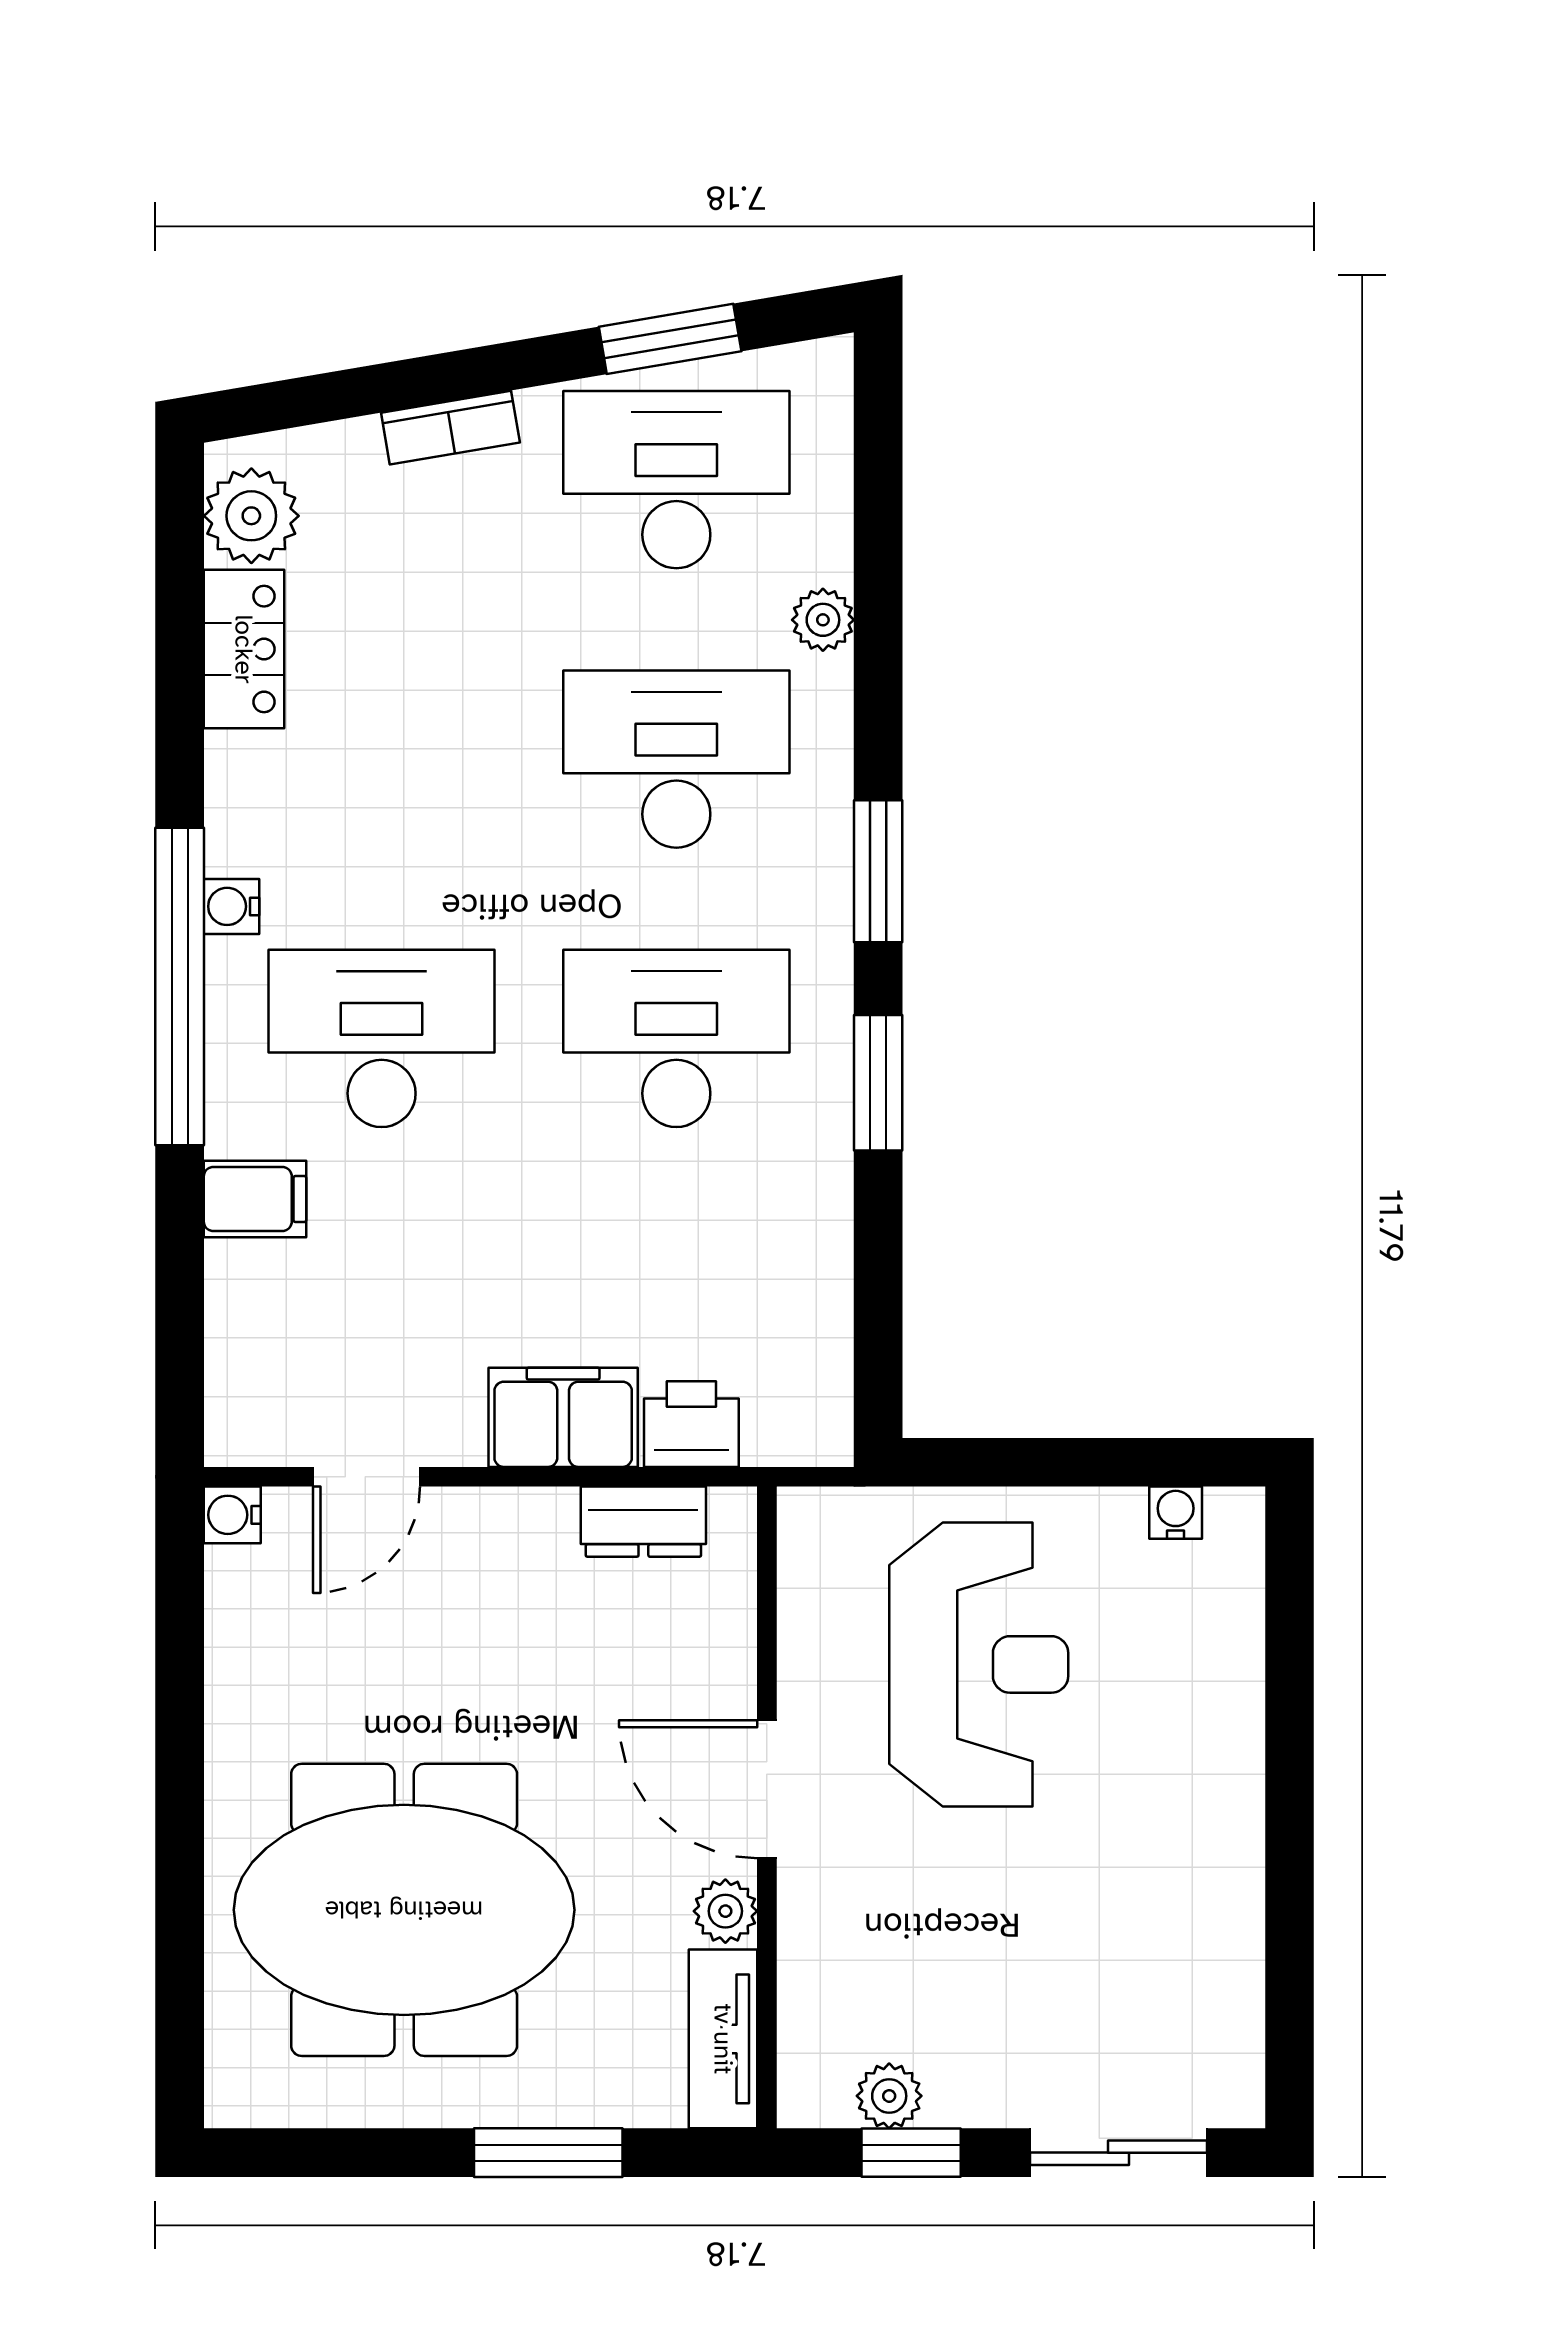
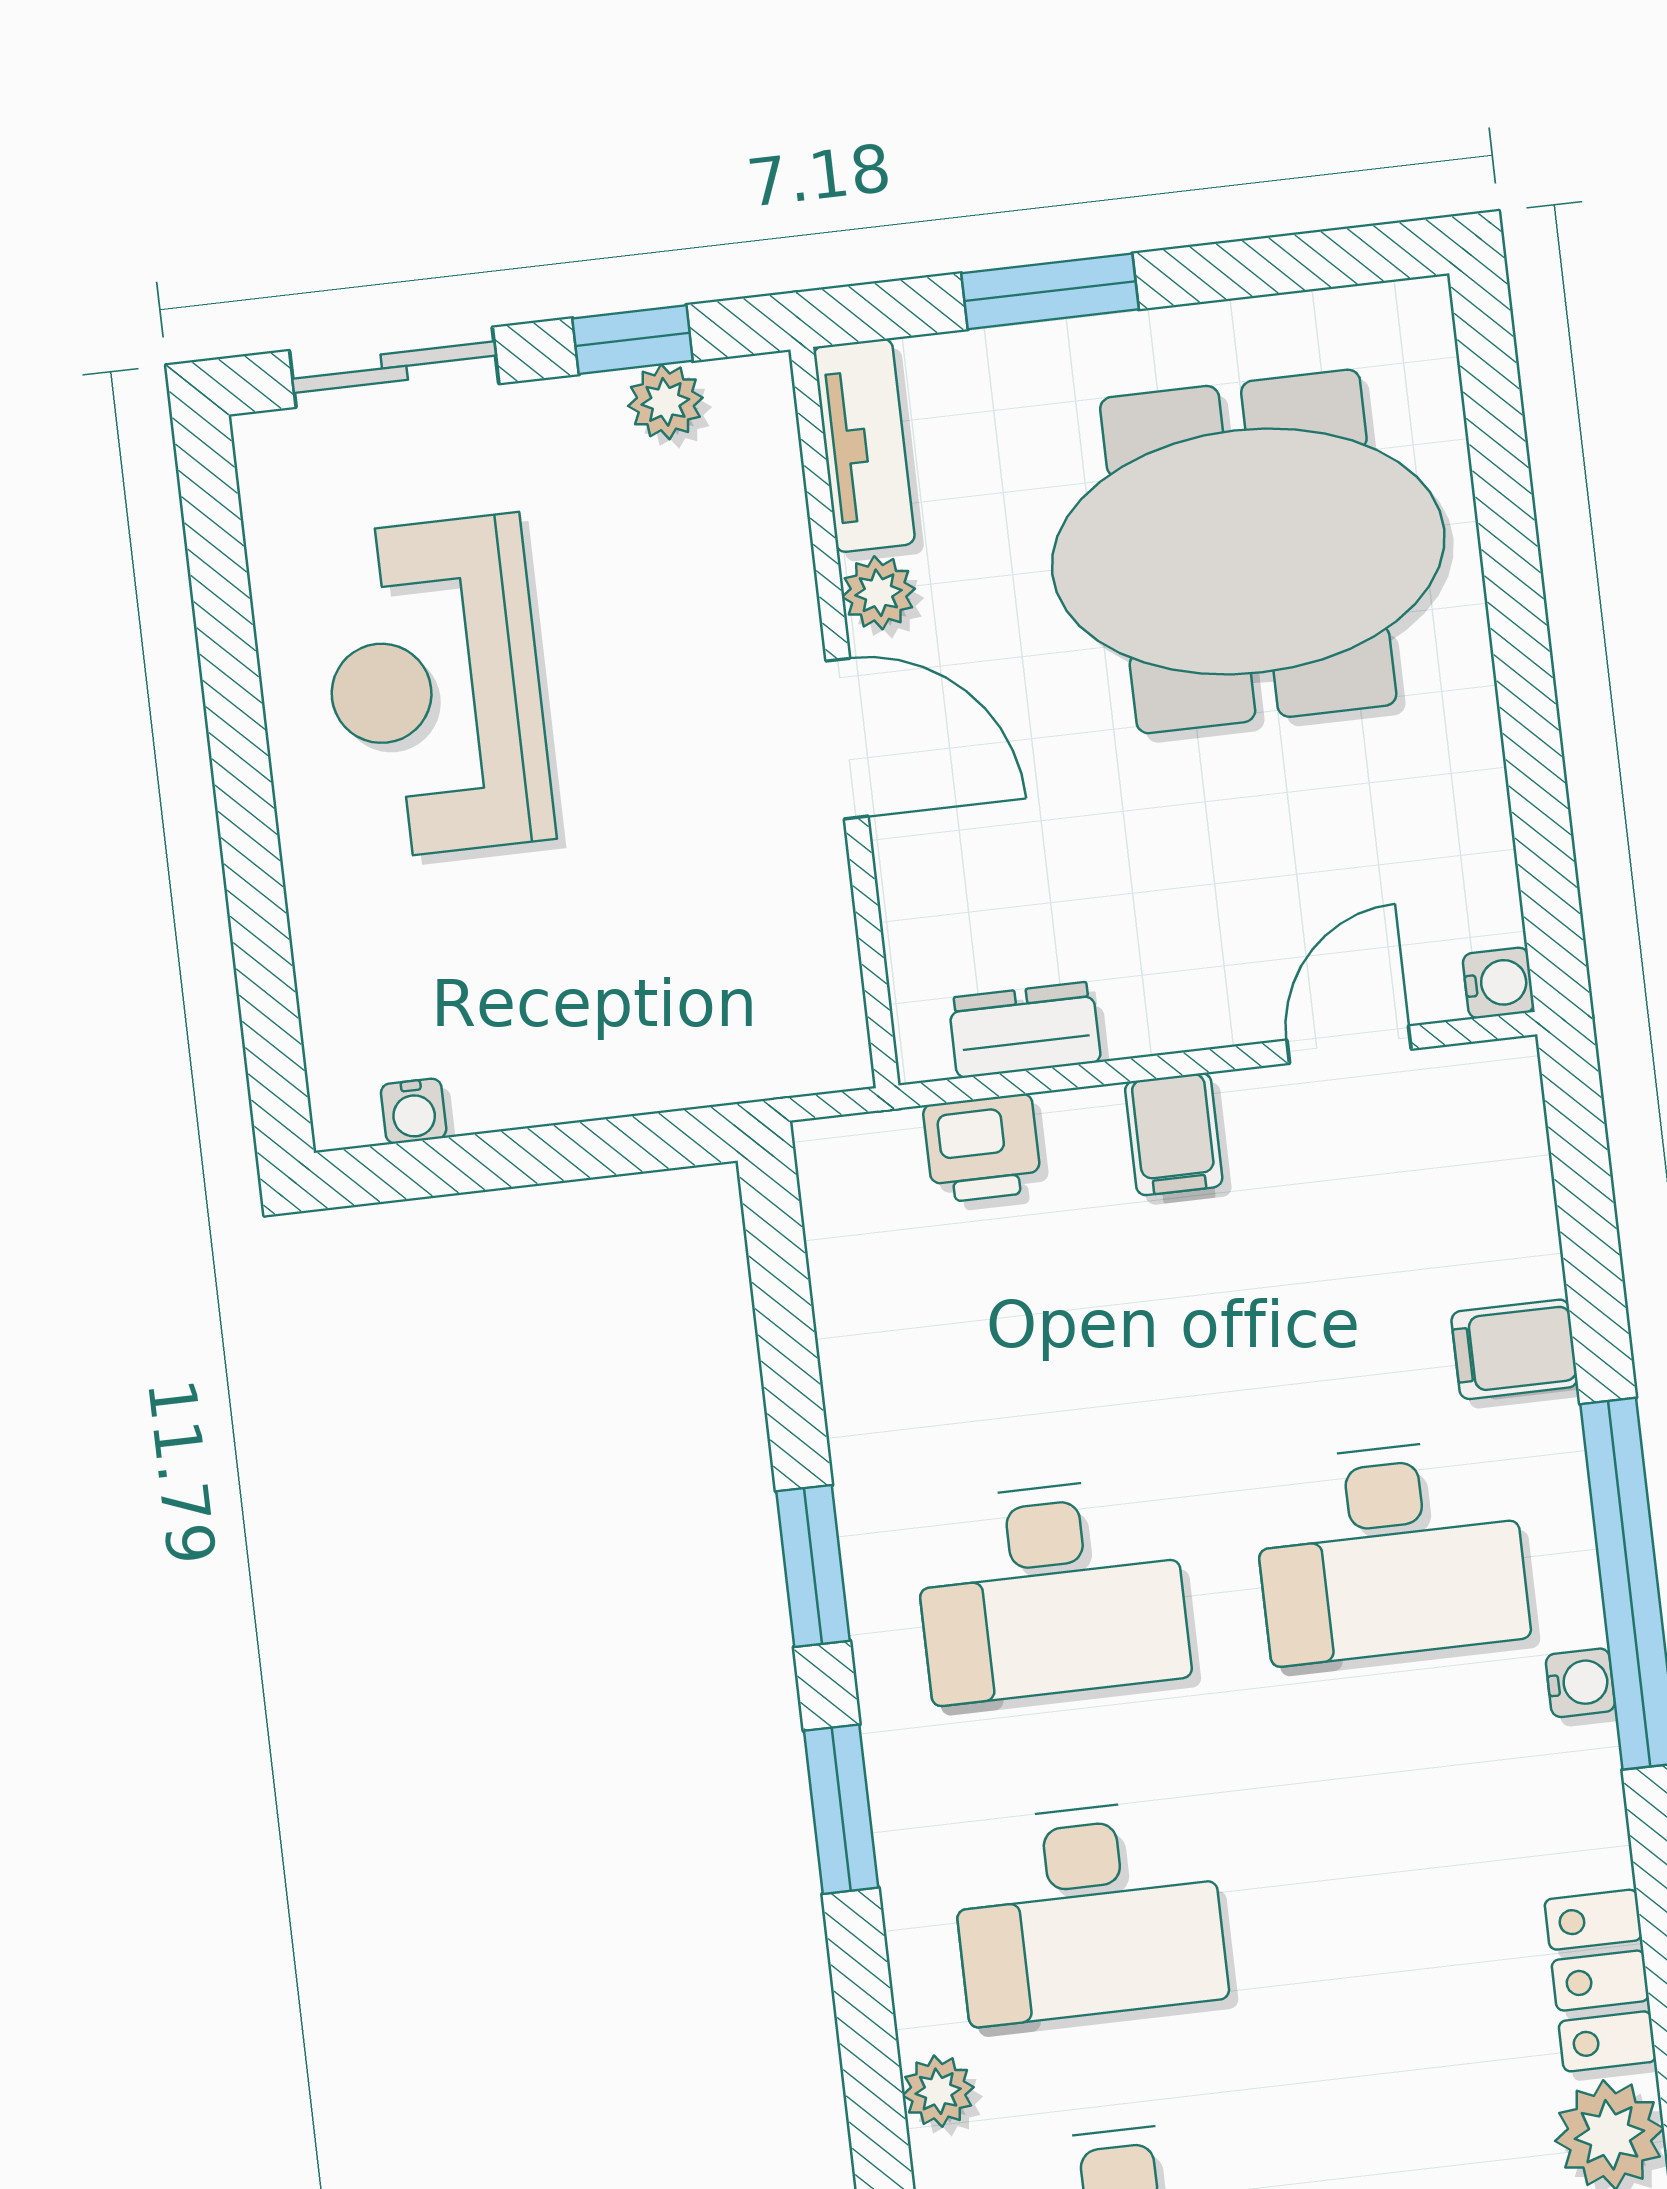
filing cabinet: (563, 1417) -> (1174, 1134), width x0.50
reception desk: (979, 1664) -> (435, 687), moved

